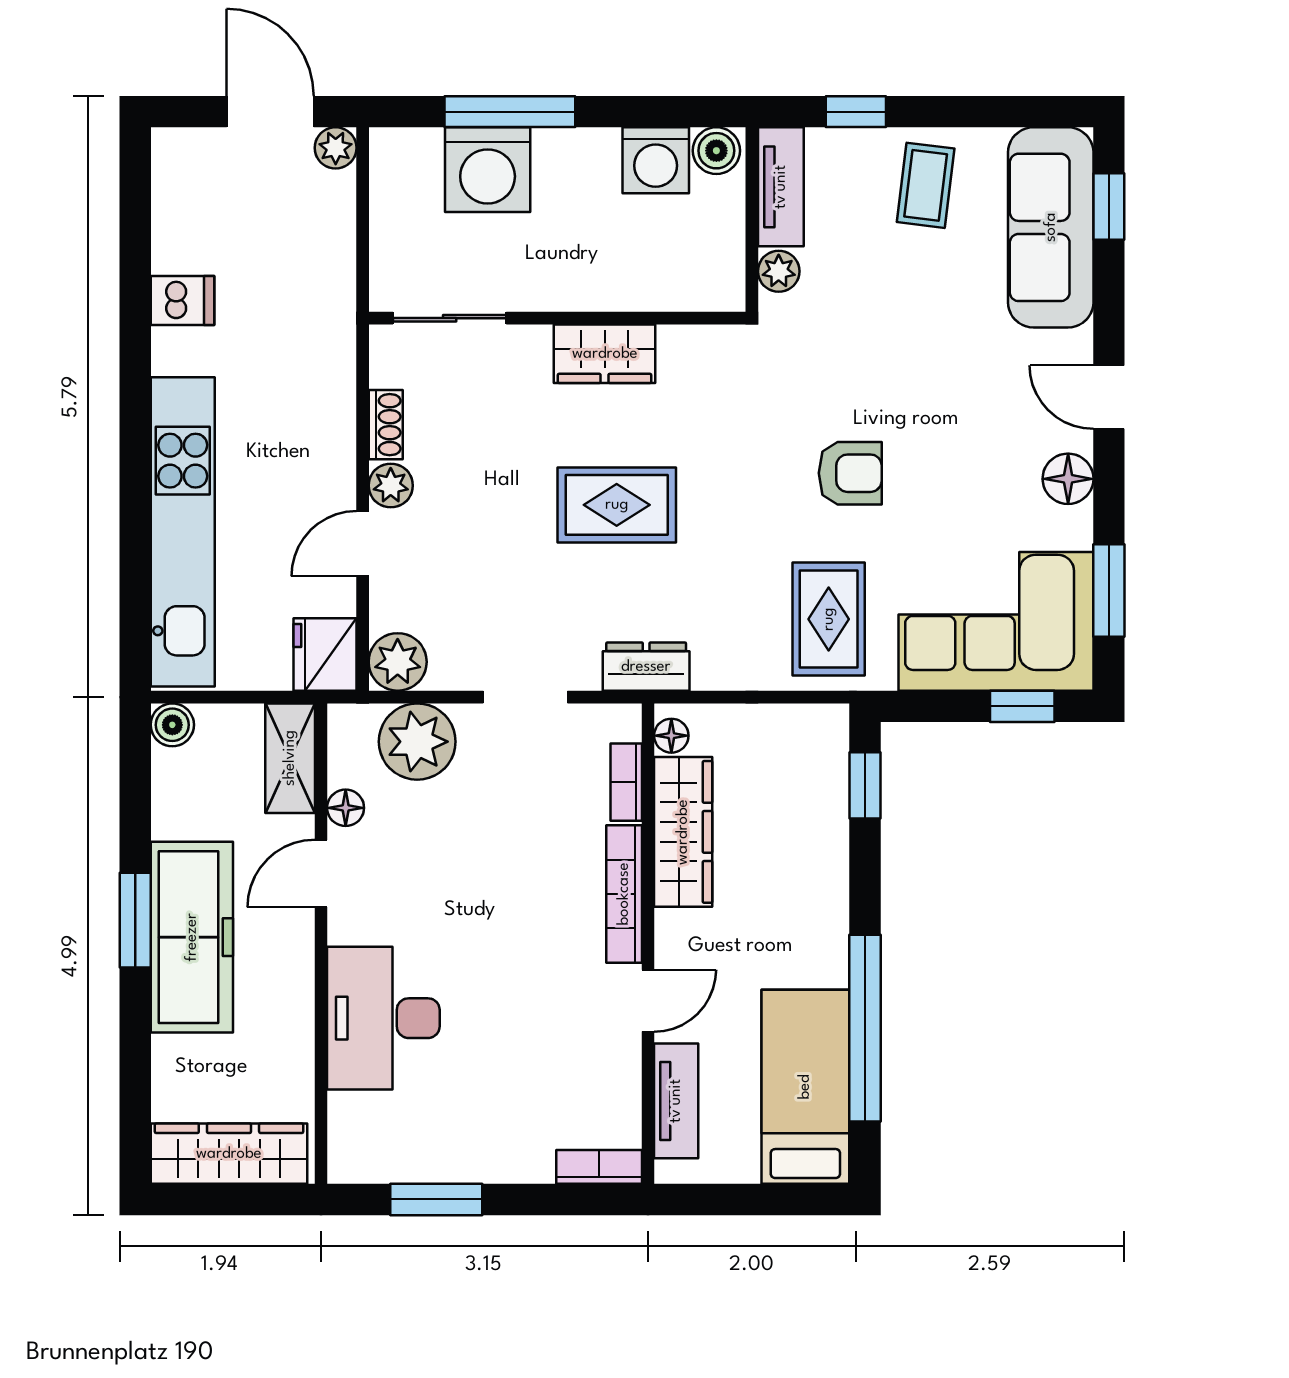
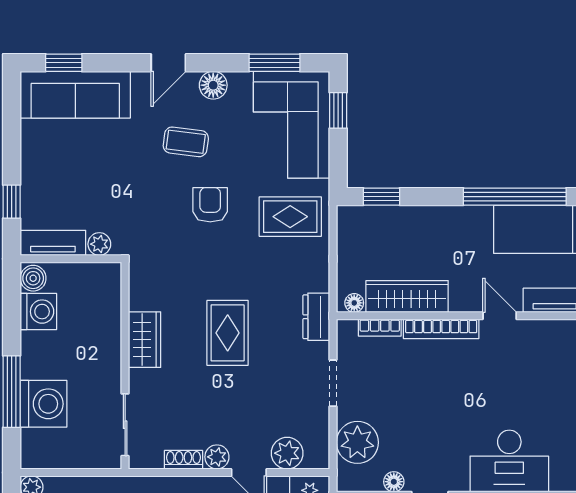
coffee table: (926, 185) -> (186, 142), moved
plant: (398, 662) -> (287, 453), moved

